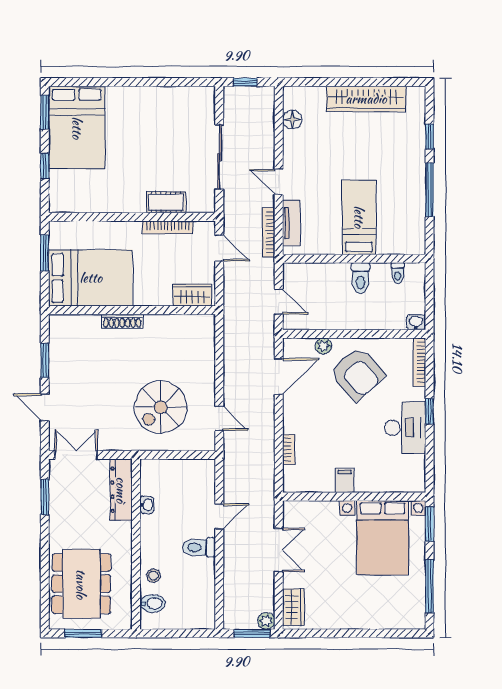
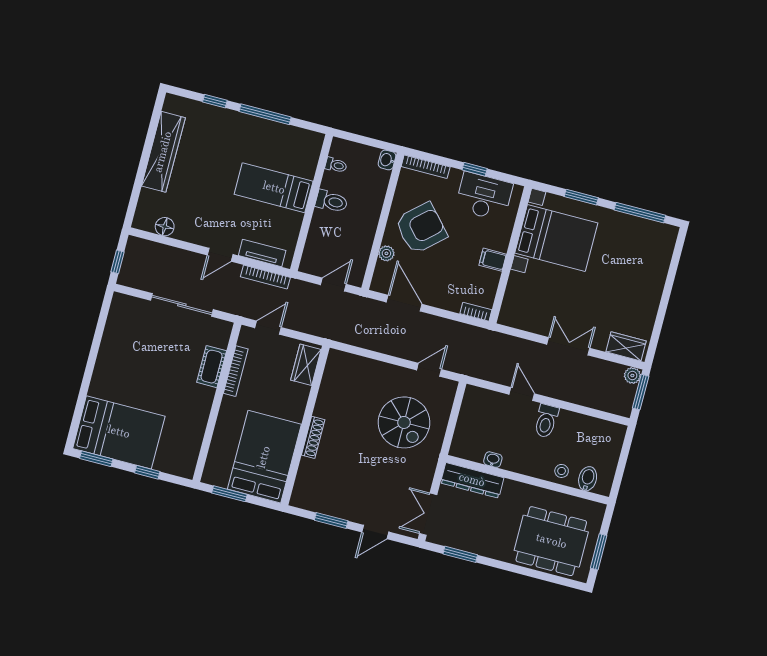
filing cabinet: (345, 480) -> (493, 260), moved
wall: (354, 497) -> (510, 255), moved
bed with nightstands: (383, 538) -> (556, 238), moved

